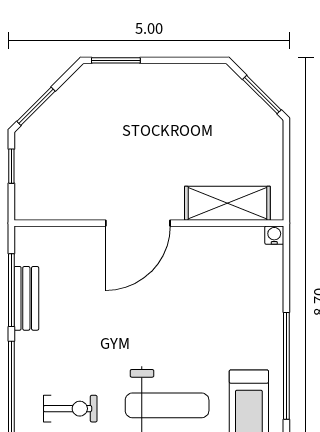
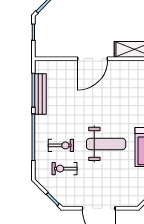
bench: (26, 298) -> (40, 94), width x1.36

